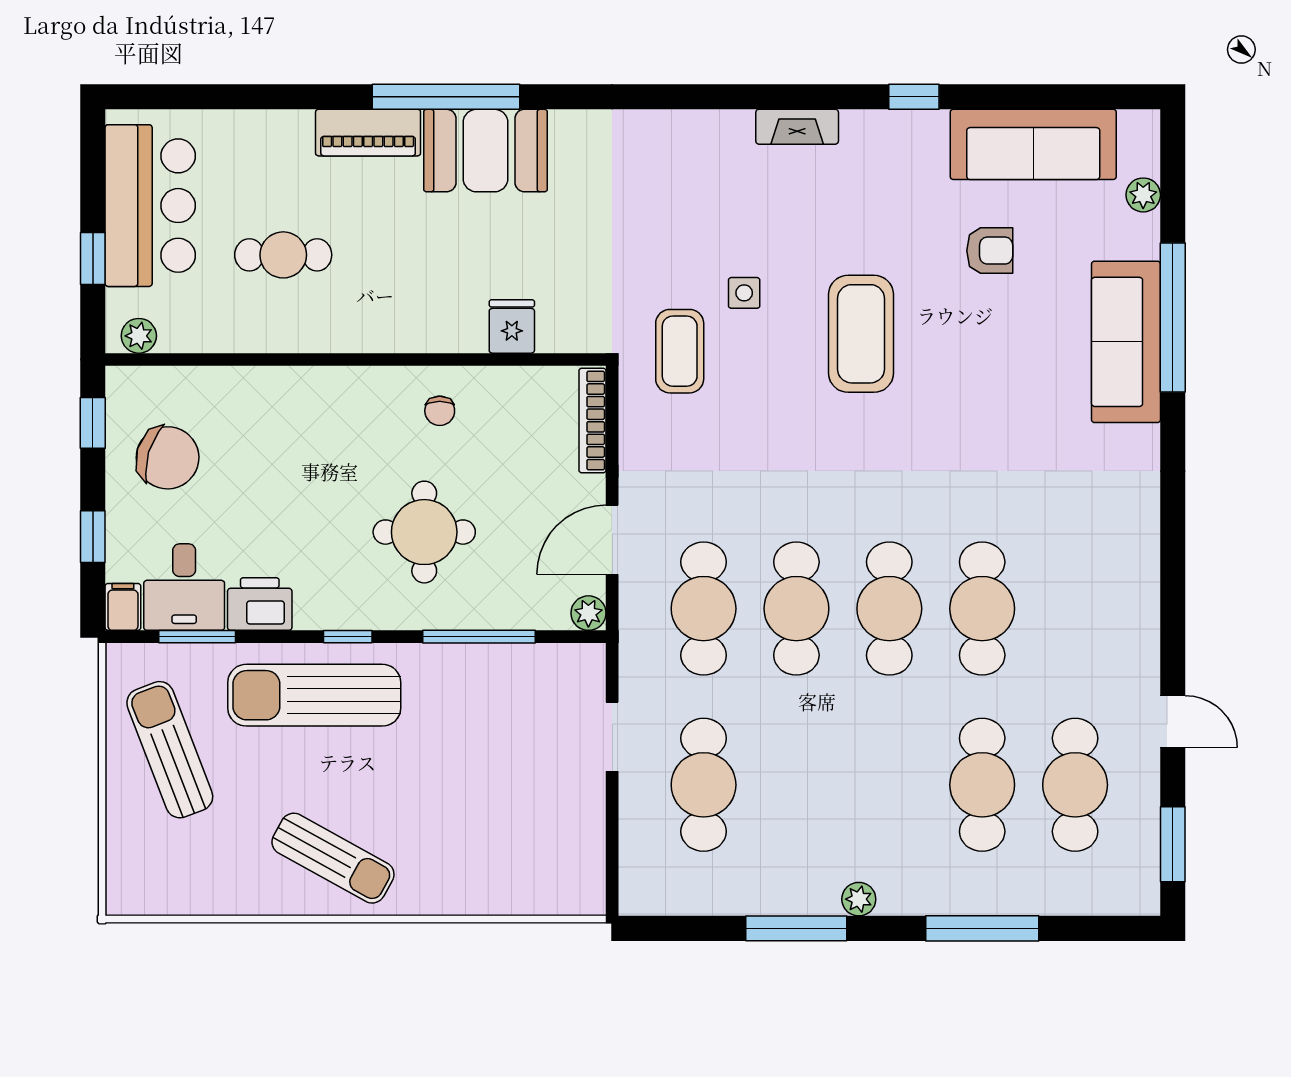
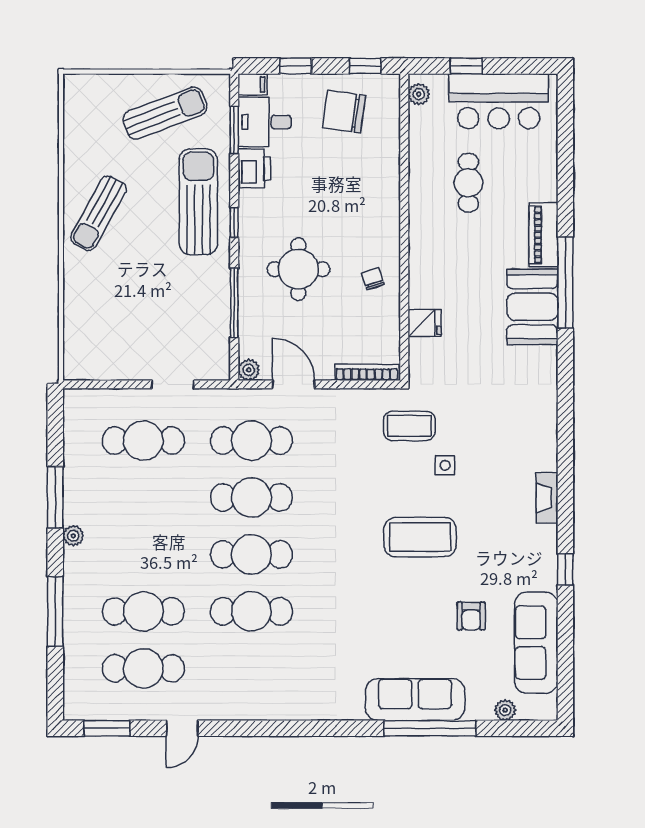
chair: (440, 411) -> (373, 279), turned 72
chair: (168, 458) -> (344, 112), turned 81

